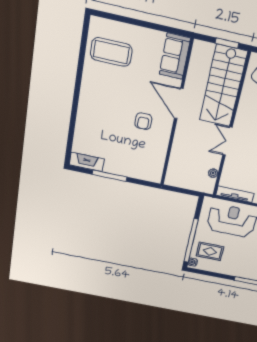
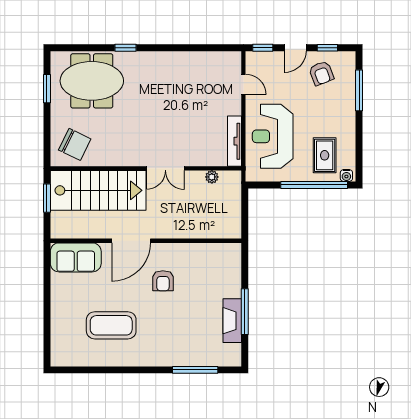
coffee table: (111, 52) -> (111, 325), moved, turned 90
armchair: (143, 121) -> (163, 281), turned 90
window: (71, 131) -> (195, 370), added
fireplace: (87, 162) -> (232, 321), moved

